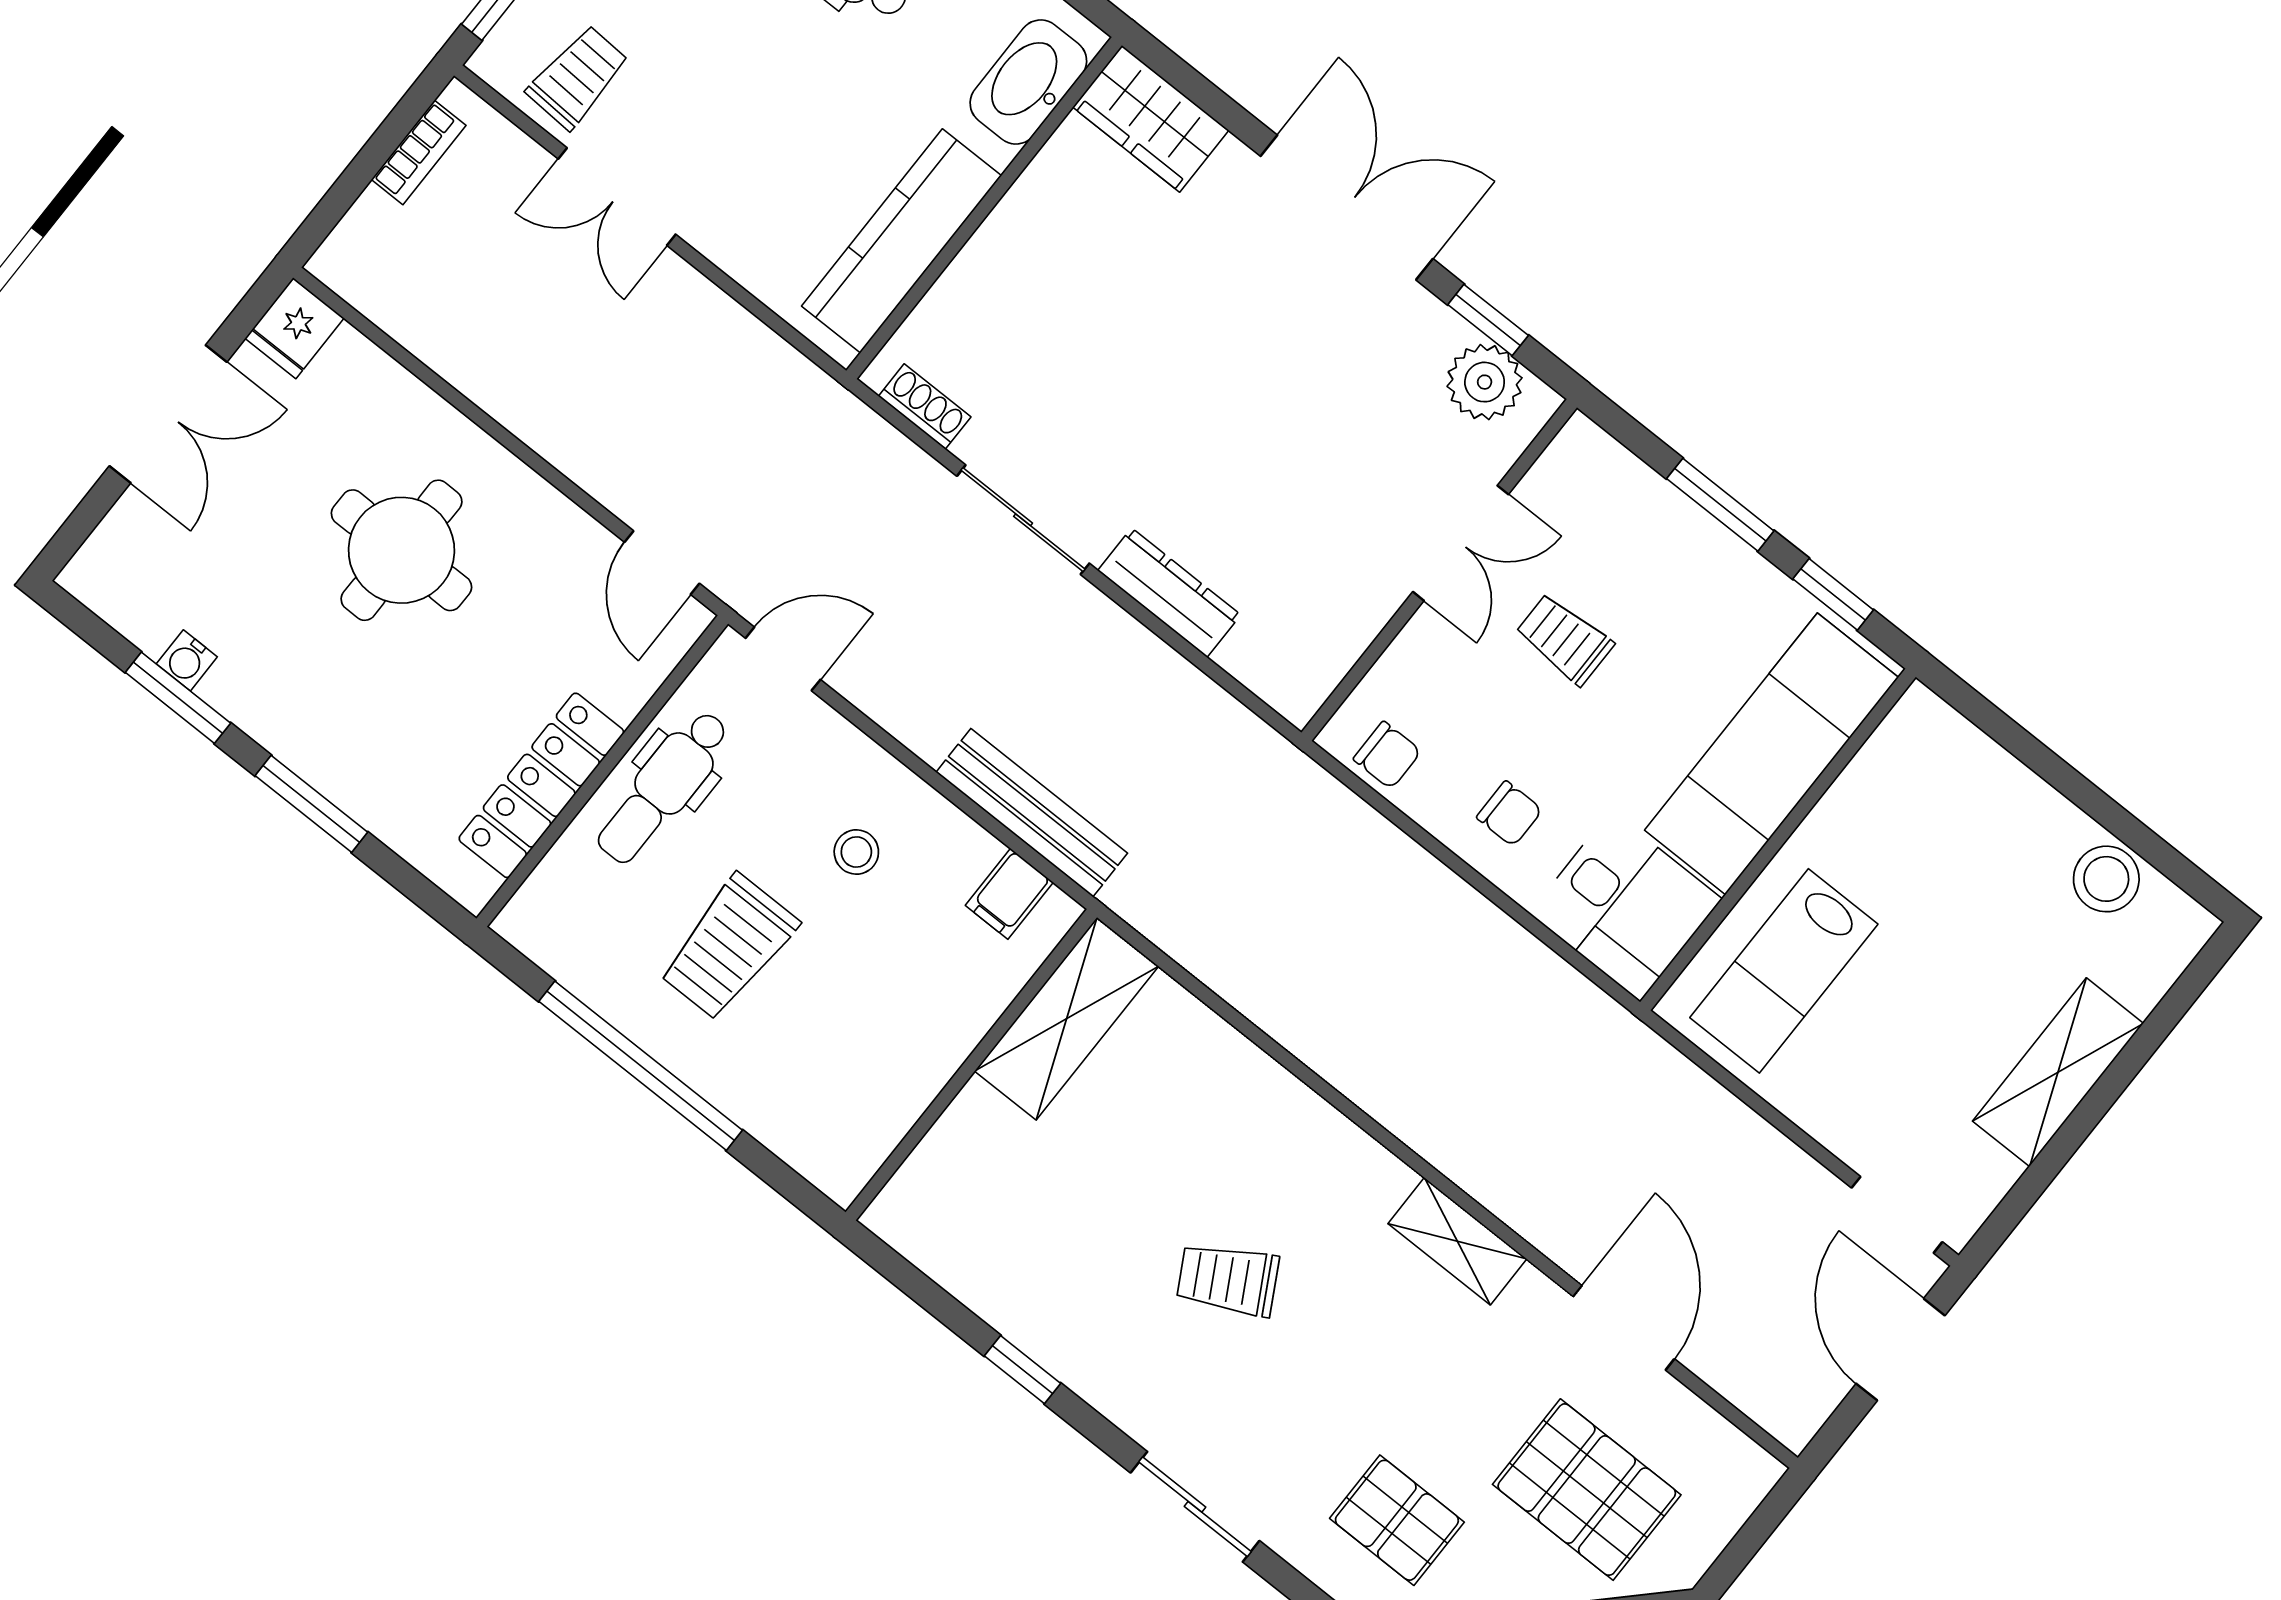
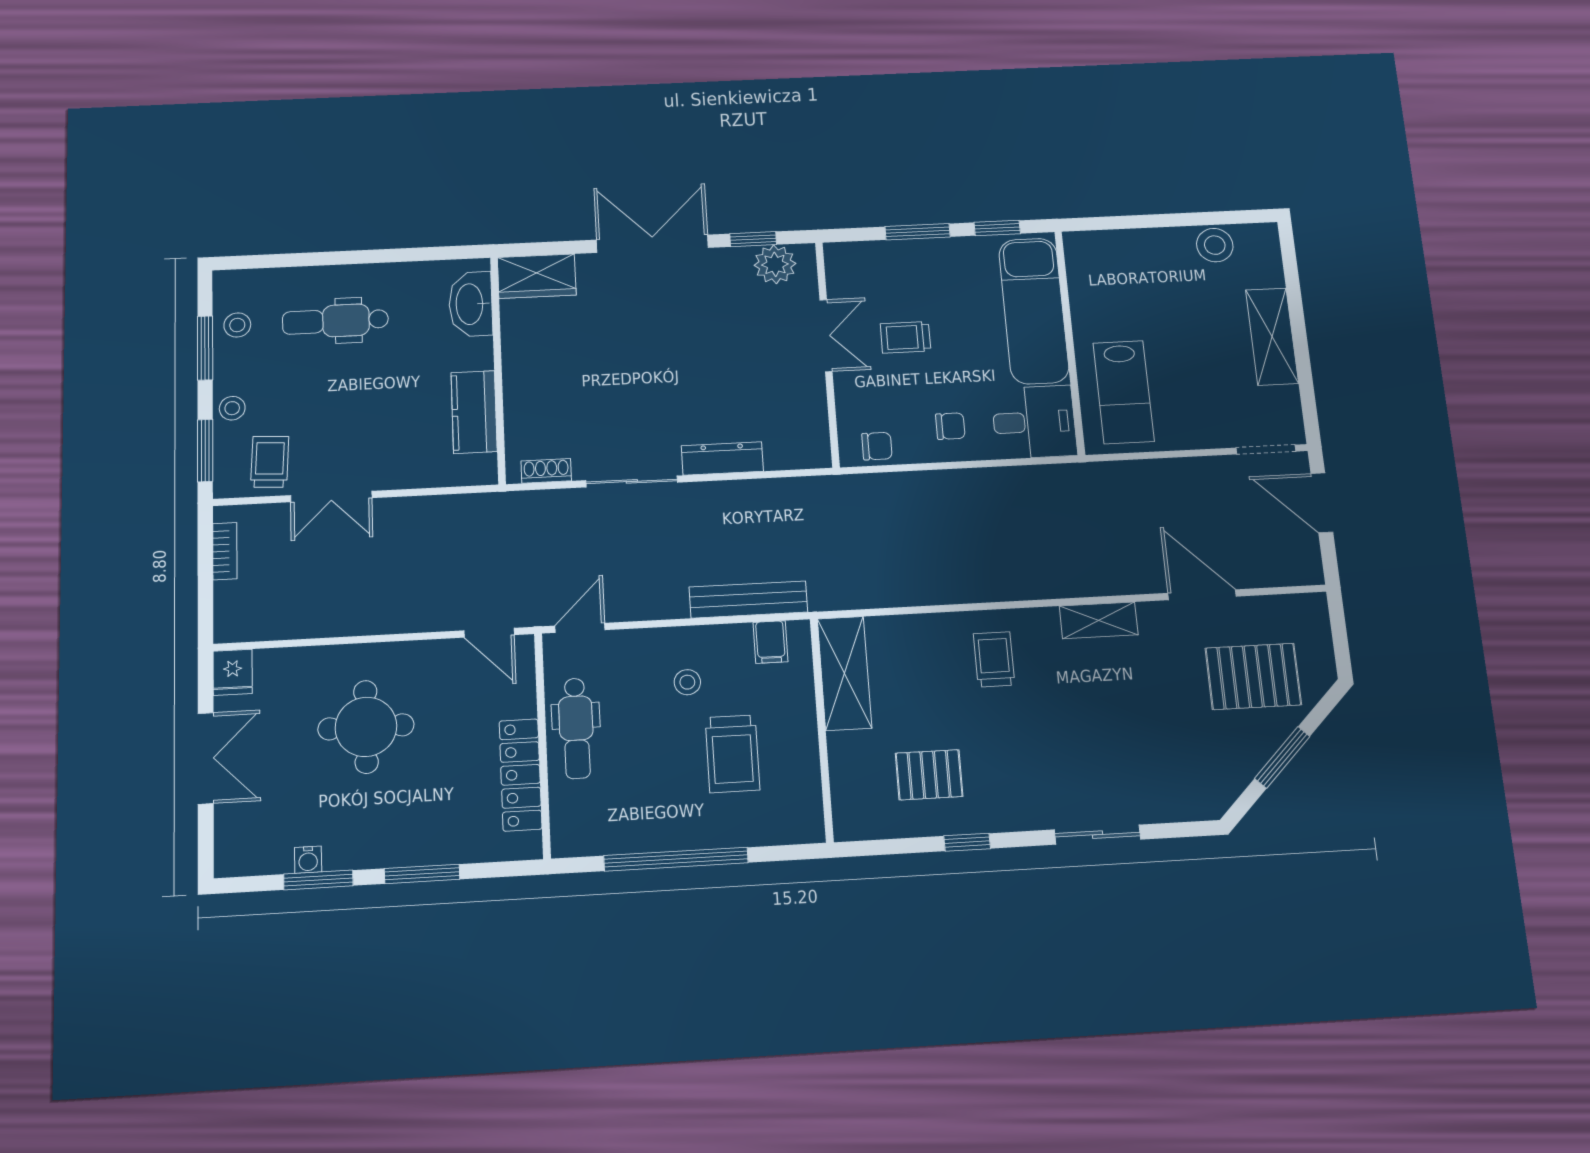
kitchen counter: (902, 241) -> (474, 412), width x0.67
trolley: (729, 947) -> (732, 754), moved
trolley: (1228, 1279) -> (994, 659), moved, turned 119
pallet: (1397, 1520) -> (929, 775), moved

